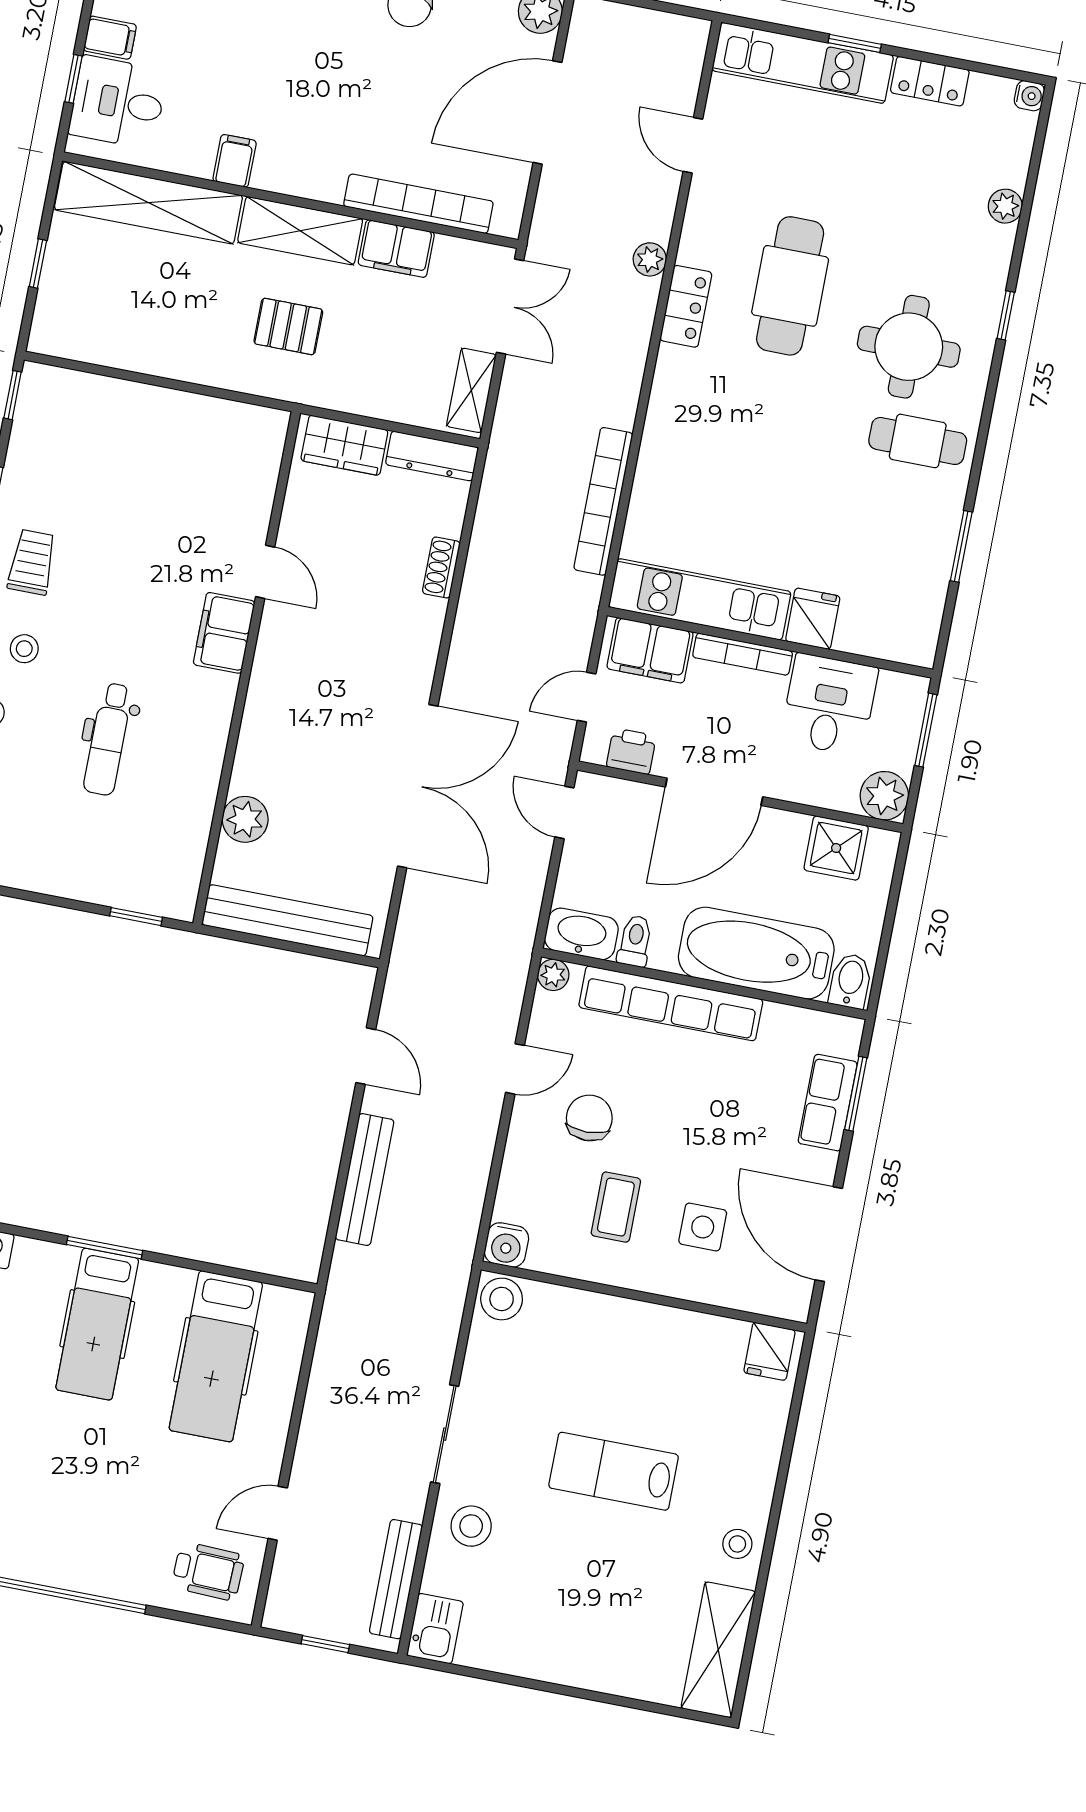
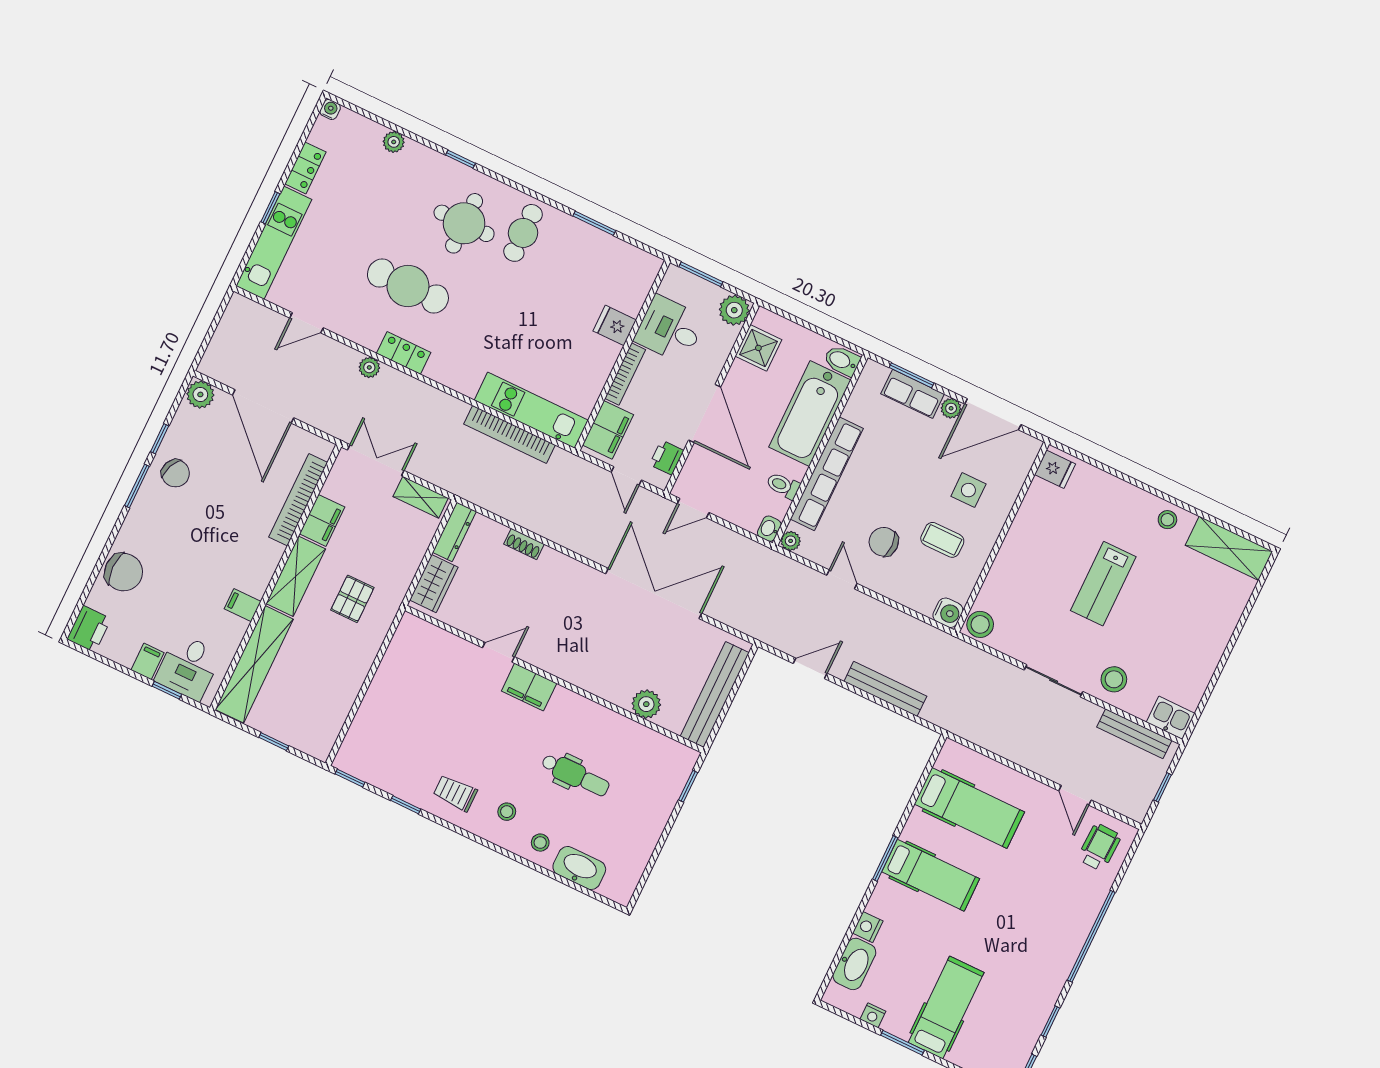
kitchen unit: (700, 599) -> (531, 410), moved, turned 90
washbasin: (581, 934) -> (769, 529), width x0.52, depth x0.69
plant: (821, 1167) -> (951, 408), added

